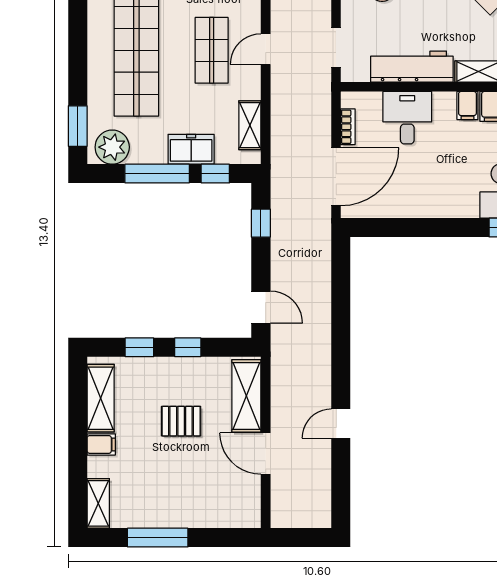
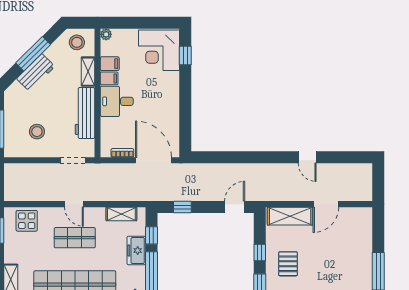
desk: (407, 118) -> (117, 101), moved
pallet: (181, 421) -> (288, 264), moved

